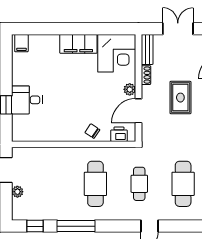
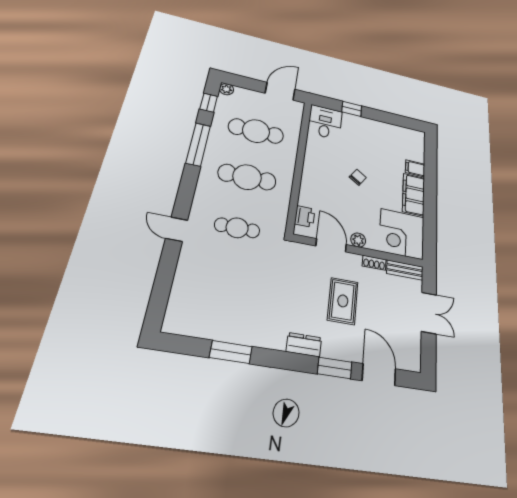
filing cabinet: (21, 43) -> (415, 168), moved
rug: (180, 98) -> (343, 301), turned 90
desk: (27, 100) -> (325, 122), moved
chair: (92, 131) -> (358, 177), moved
cafe table: (183, 184) -> (256, 131), moved
plant: (17, 192) -> (227, 89), moved

